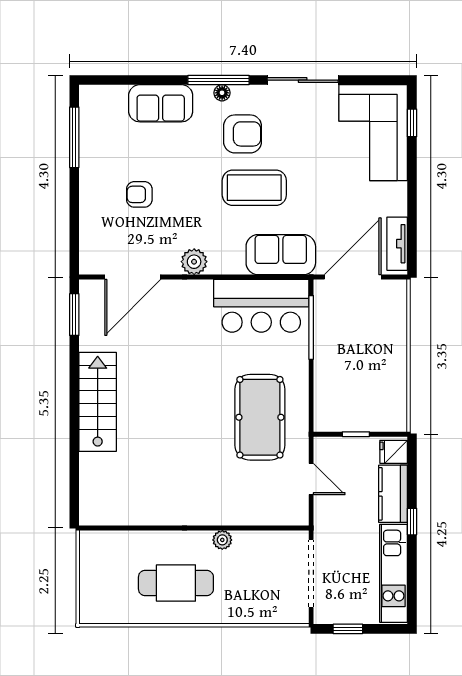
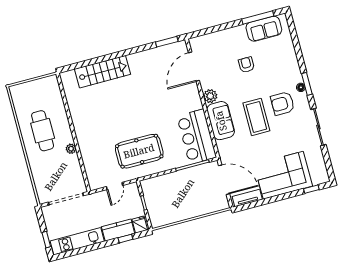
window: (219, 80) -> (307, 84), width x0.69
sofa: (161, 103) -> (264, 29), moved, turned -90
corner sofa: (373, 133) -> (283, 175), moved
armchair: (243, 134) -> (283, 104), turned 90
armchair: (139, 194) -> (246, 65), moved
sofa: (281, 255) -> (221, 121), moved
door: (133, 277) -> (194, 67), hinge flipped
stairs: (98, 402) -> (103, 72), moved
window: (412, 522) -> (125, 239), moved
window: (348, 629) -> (46, 240), moved

